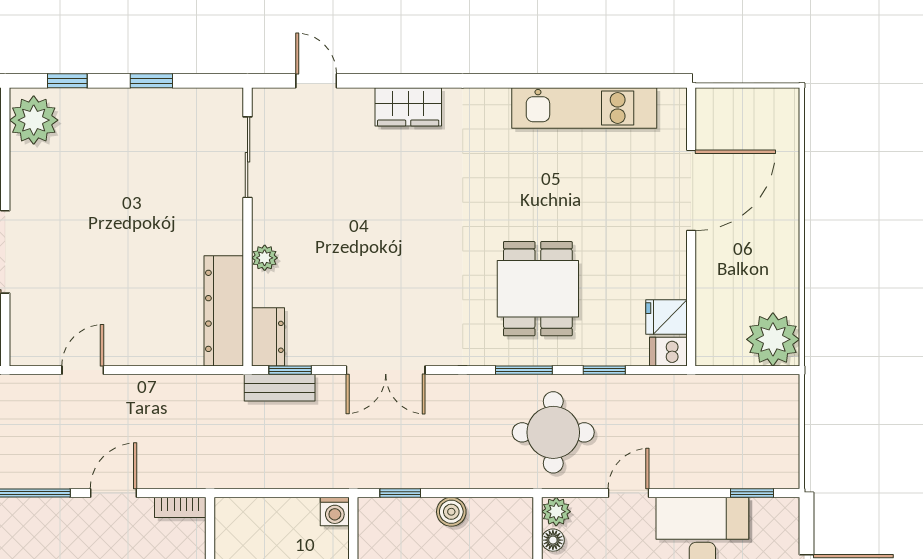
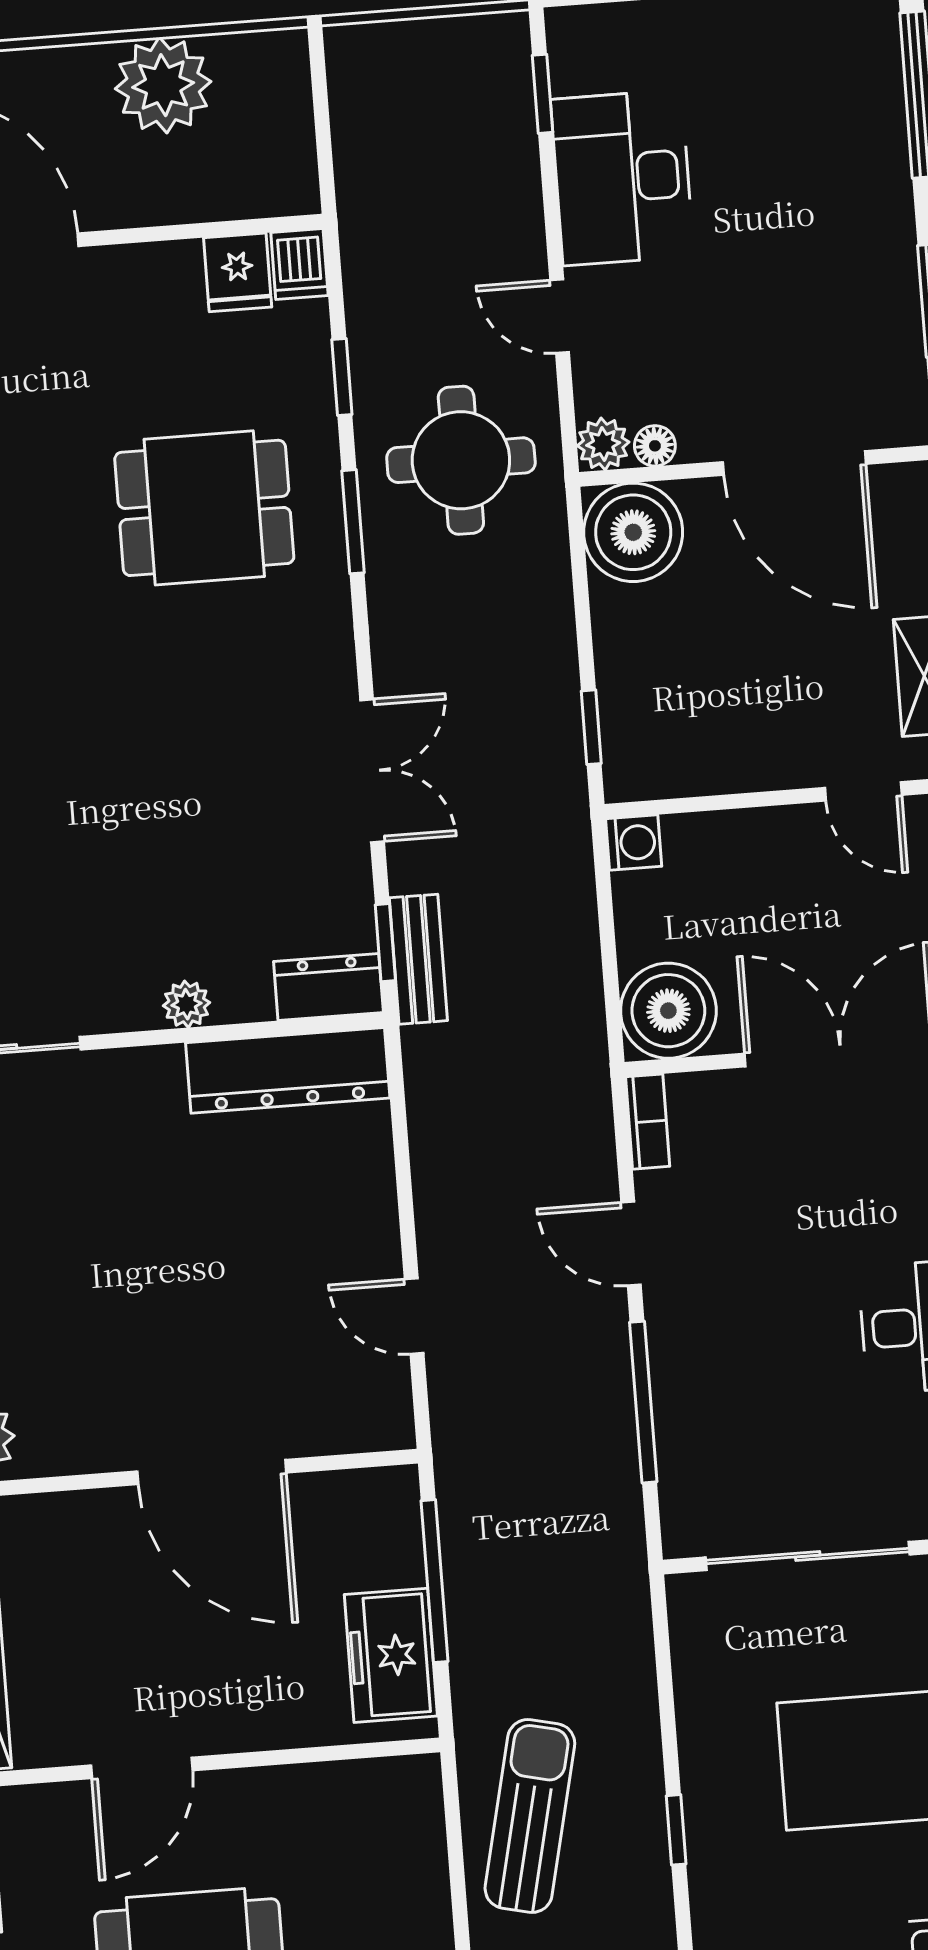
plant: (773, 339) -> (163, 85), moved
boiler: (451, 512) -> (633, 532), moved, width x1.86, depth x1.86
boiler: (241, 524) -> (668, 1011), added

